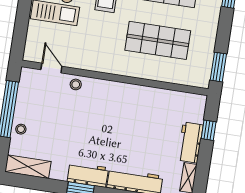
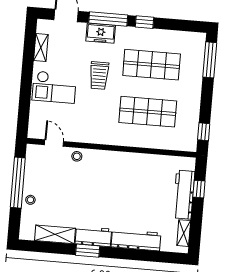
window: (218, 67) -> (204, 132), width x0.67
workbench: (190, 142) -> (184, 195), width x1.38
shelving: (28, 167) -> (55, 234), moved

